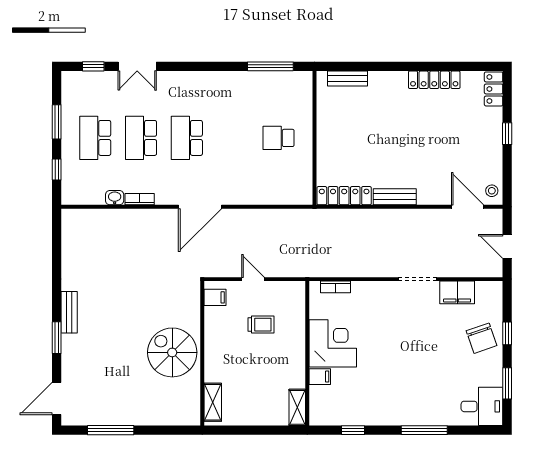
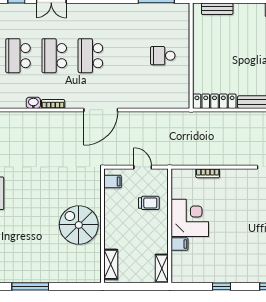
corner desk: (333, 343) -> (190, 218), moved
wall: (307, 353) -> (170, 226), moved
filing cabinet: (320, 377) -> (180, 244), moved
shelving: (297, 407) -> (162, 268), moved

